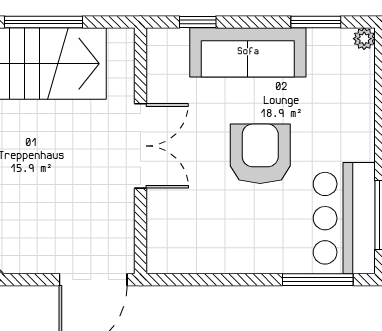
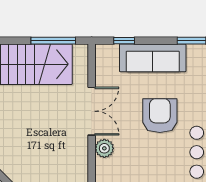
window: (44, 22) -> (53, 41), moved
plant: (163, 211) -> (104, 148), added

